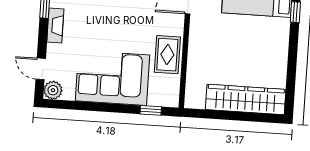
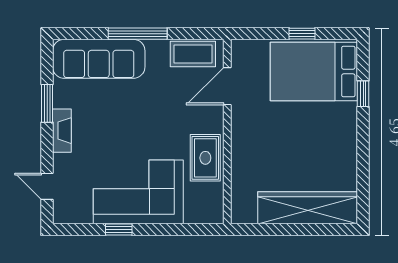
plant: (53, 90) -> (64, 212), removed
window: (151, 110) -> (119, 229), moved

